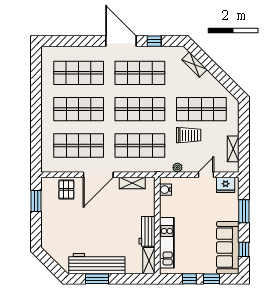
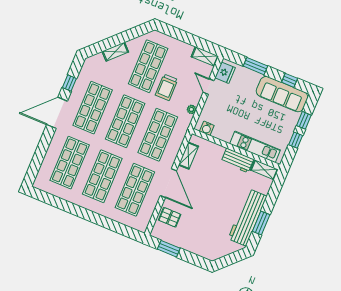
shelving: (194, 65) -> (115, 52), moved
trolley: (189, 135) -> (167, 87), turned 180
shelving: (233, 149) -> (205, 56), moved

